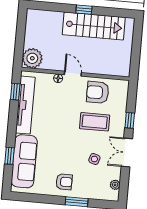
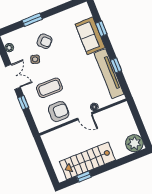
window: (84, 10) -> (84, 177), moved
plant: (32, 58) -> (134, 143), moved
window: (15, 92) -> (116, 65), moved
sofa: (24, 161) -> (90, 36), width x0.73
armchair: (64, 182) -> (45, 41), moved, turned -135

